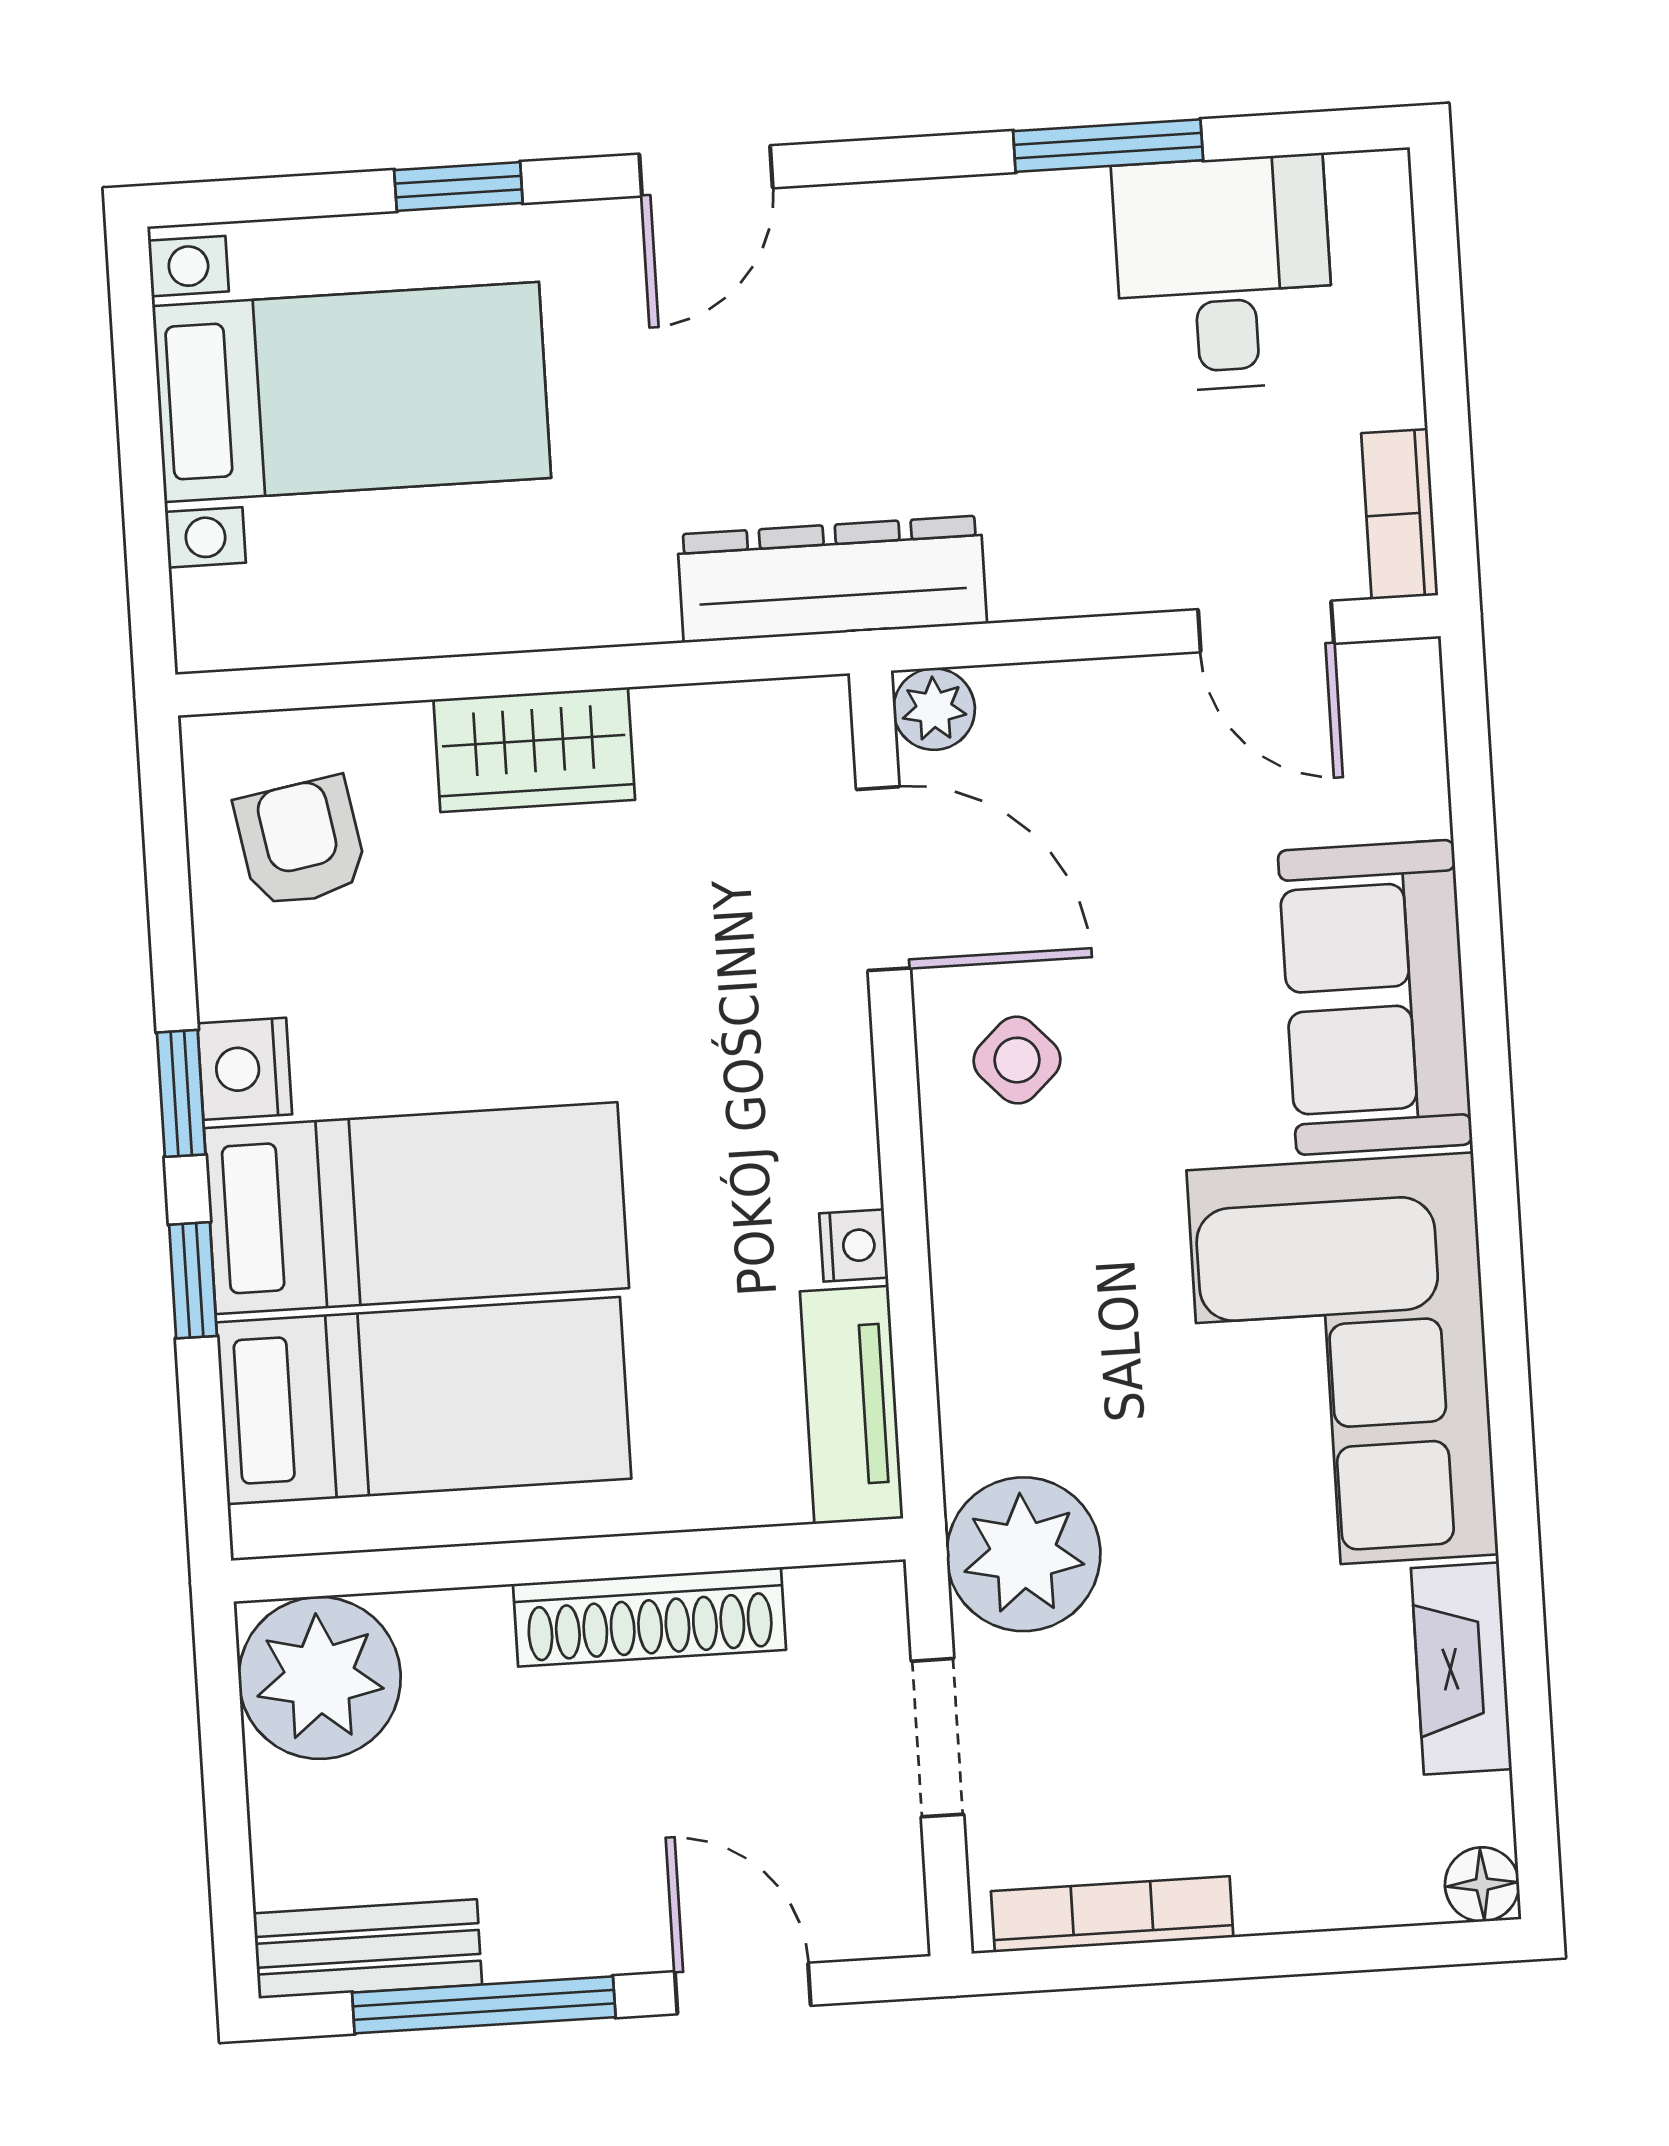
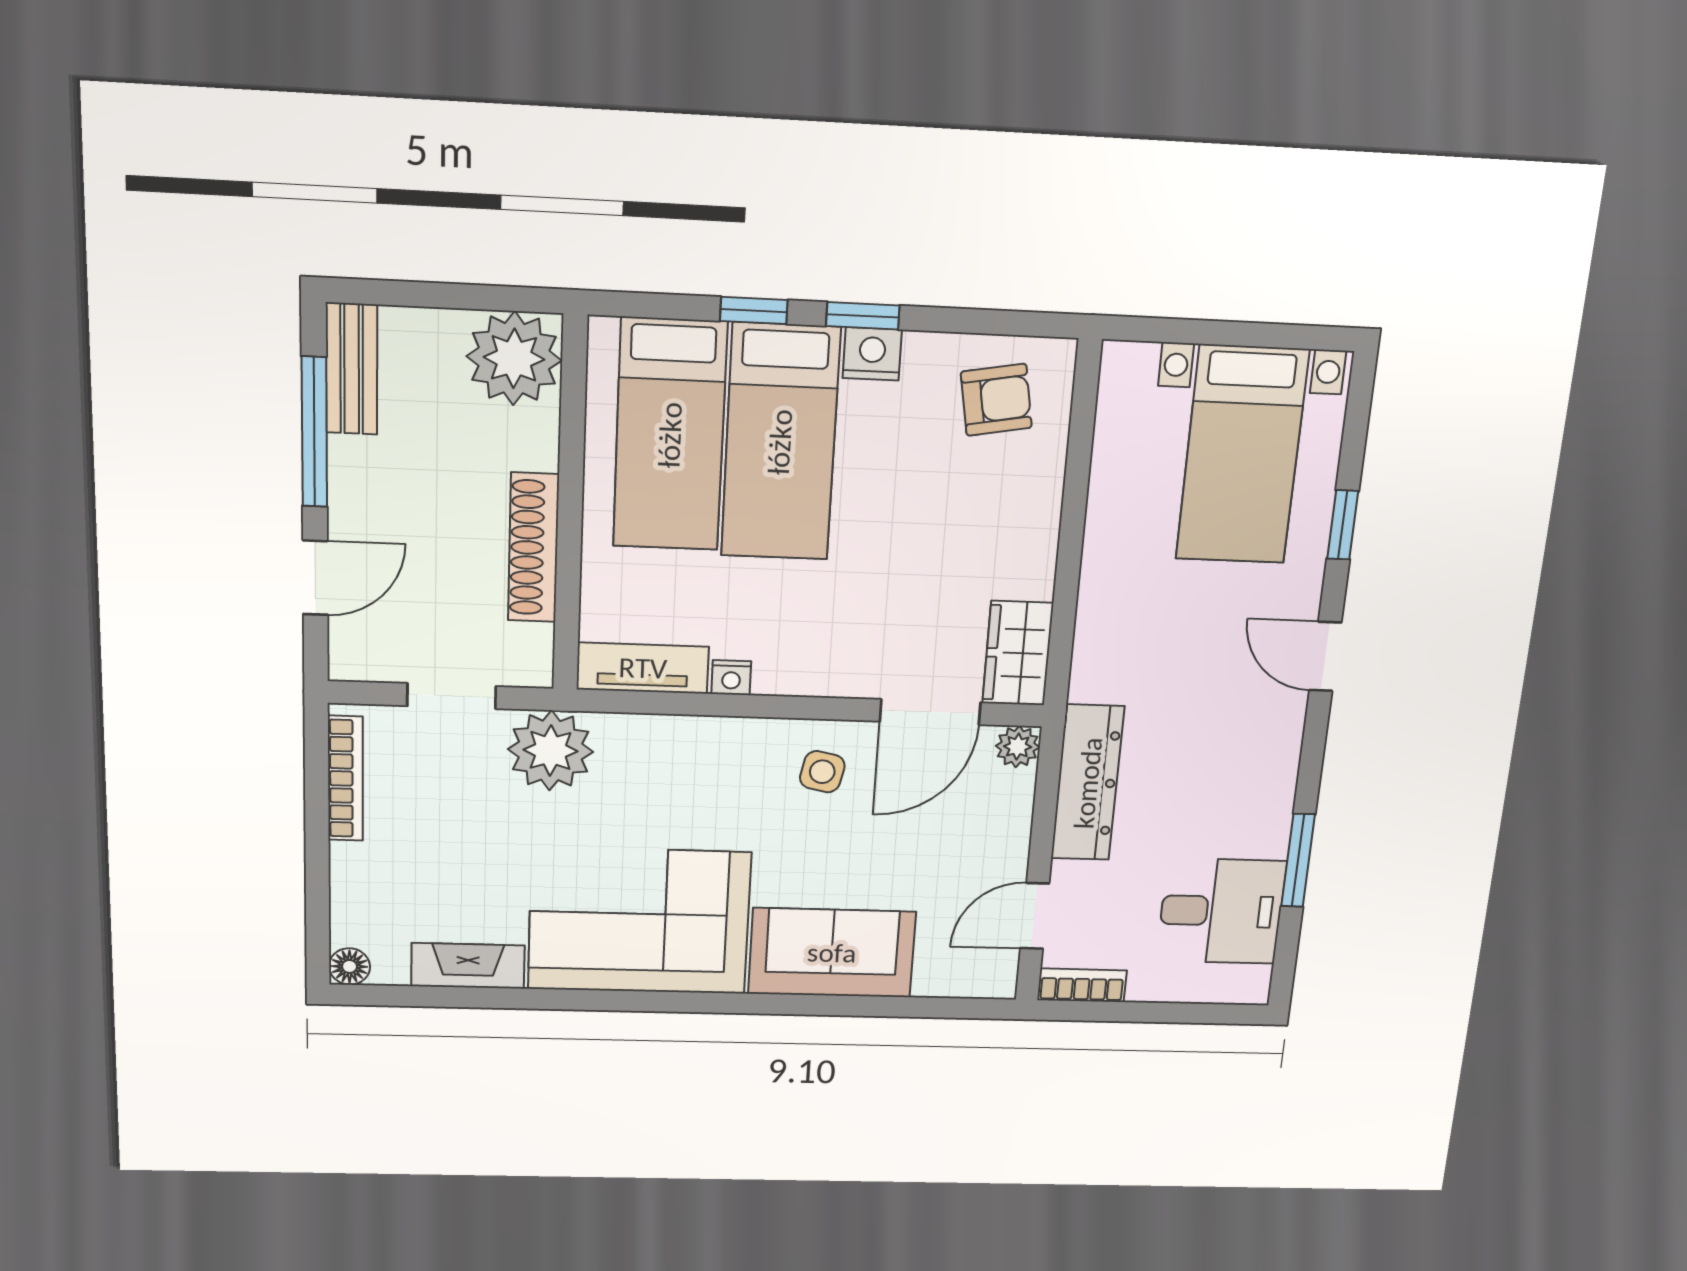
dresser: (832, 579) -> (1088, 783), moved
wardrobe: (534, 750) -> (1018, 653), moved
side table: (1017, 1060) -> (822, 772), turned -35

